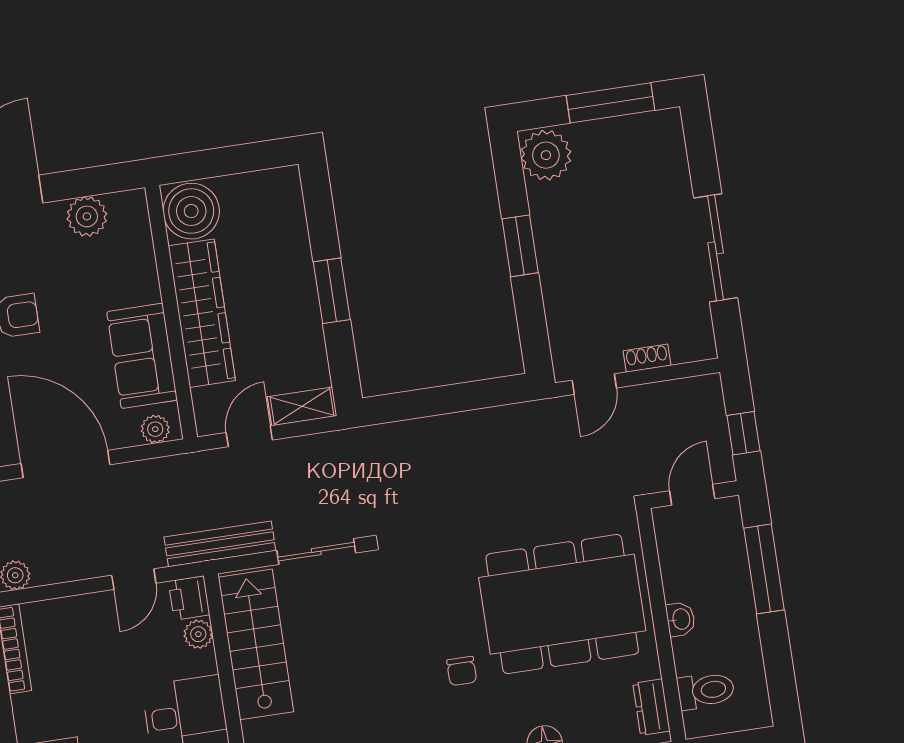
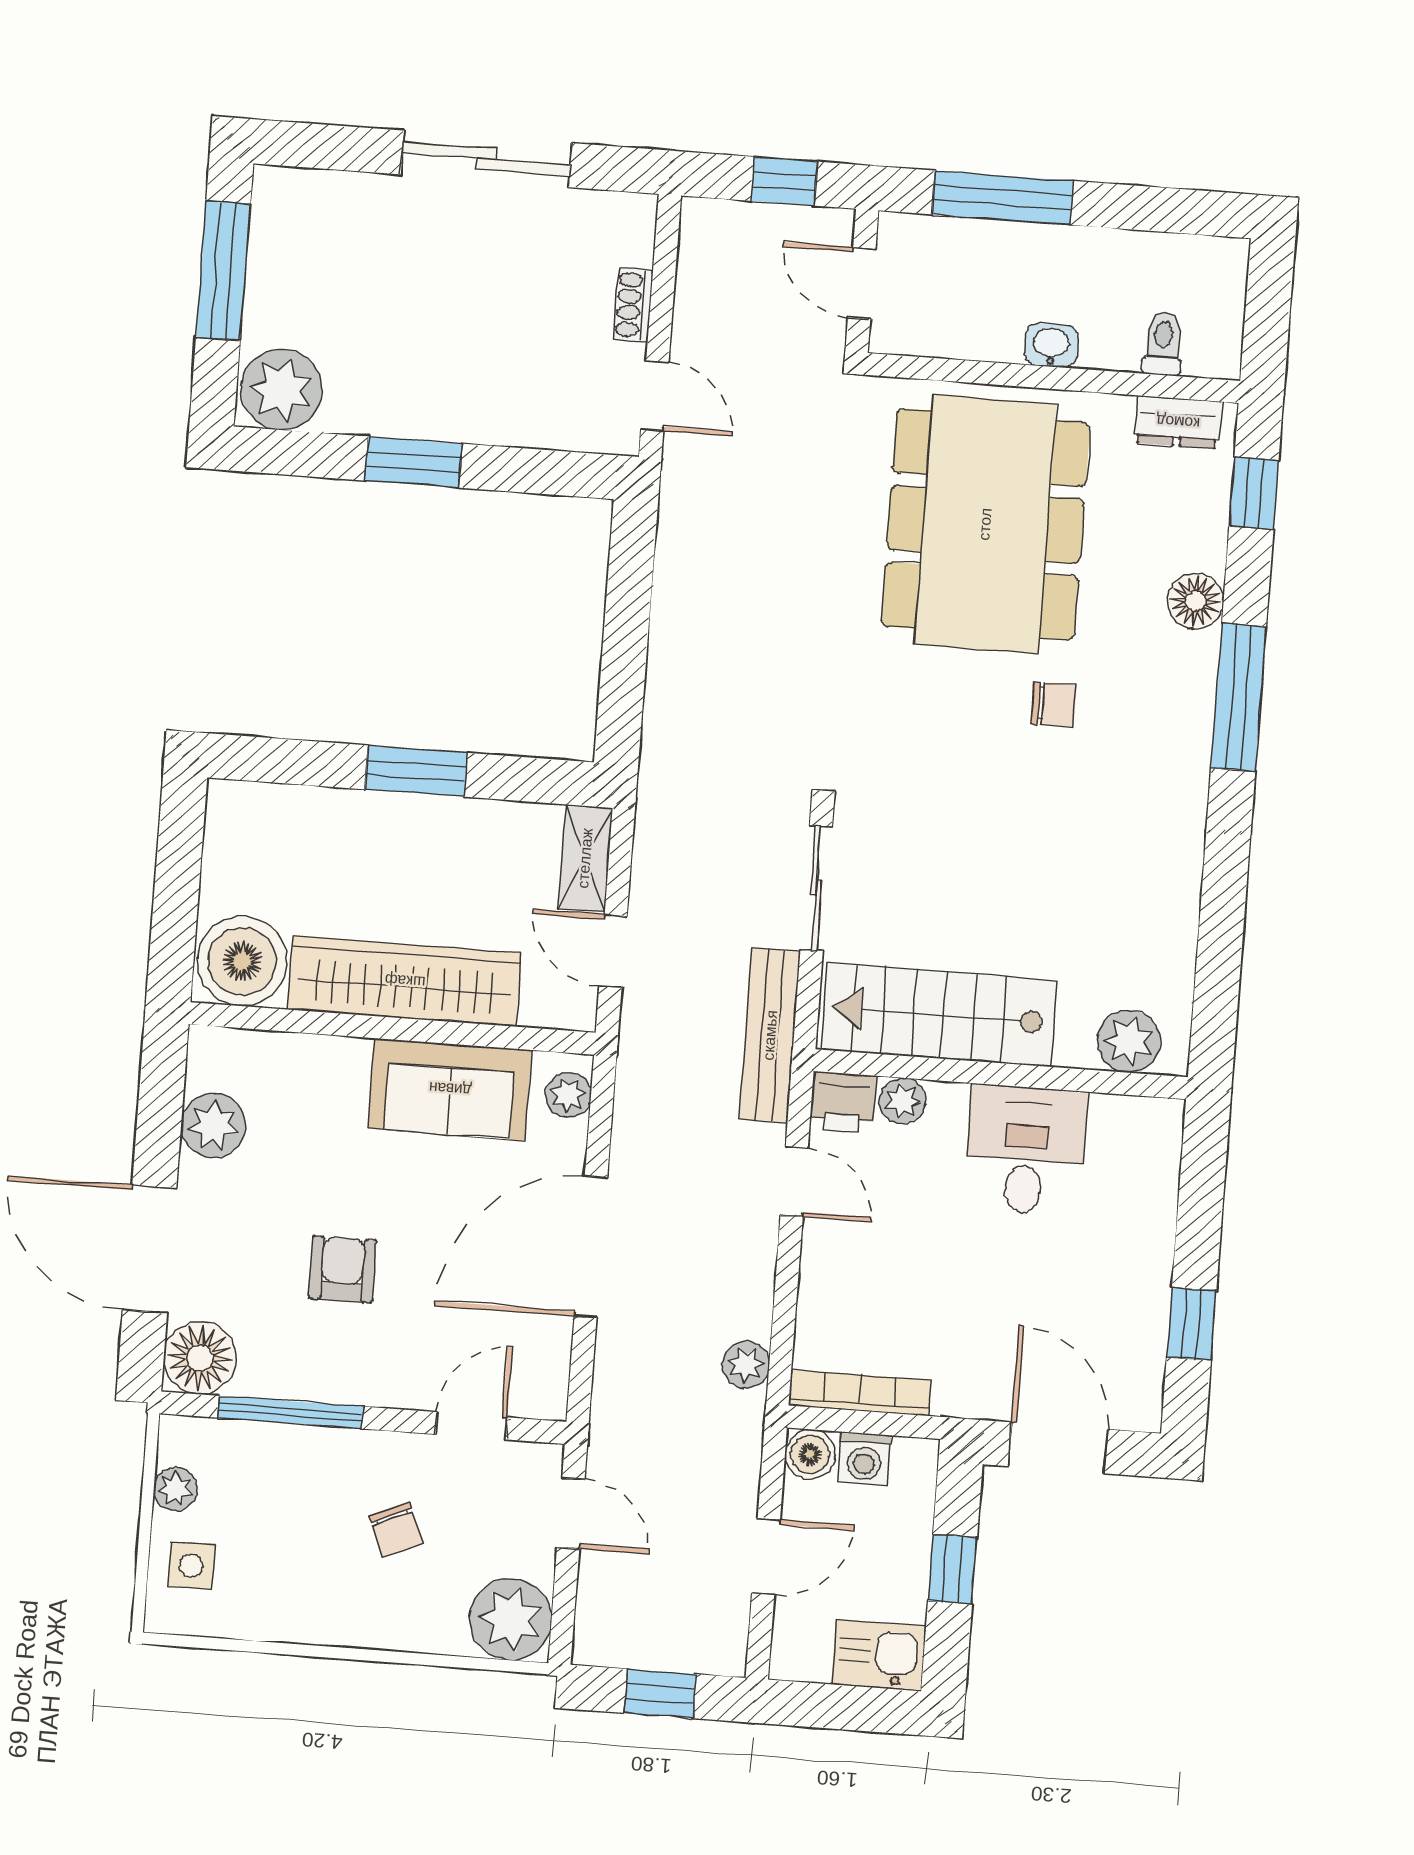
toilet: (706, 691) -> (1163, 343), width x0.73, depth x0.72

